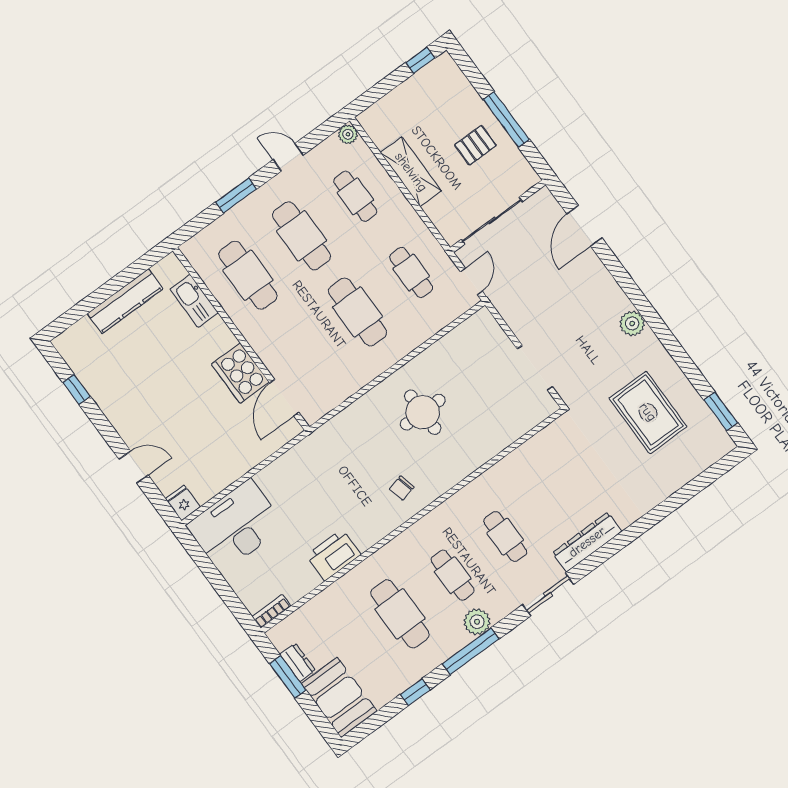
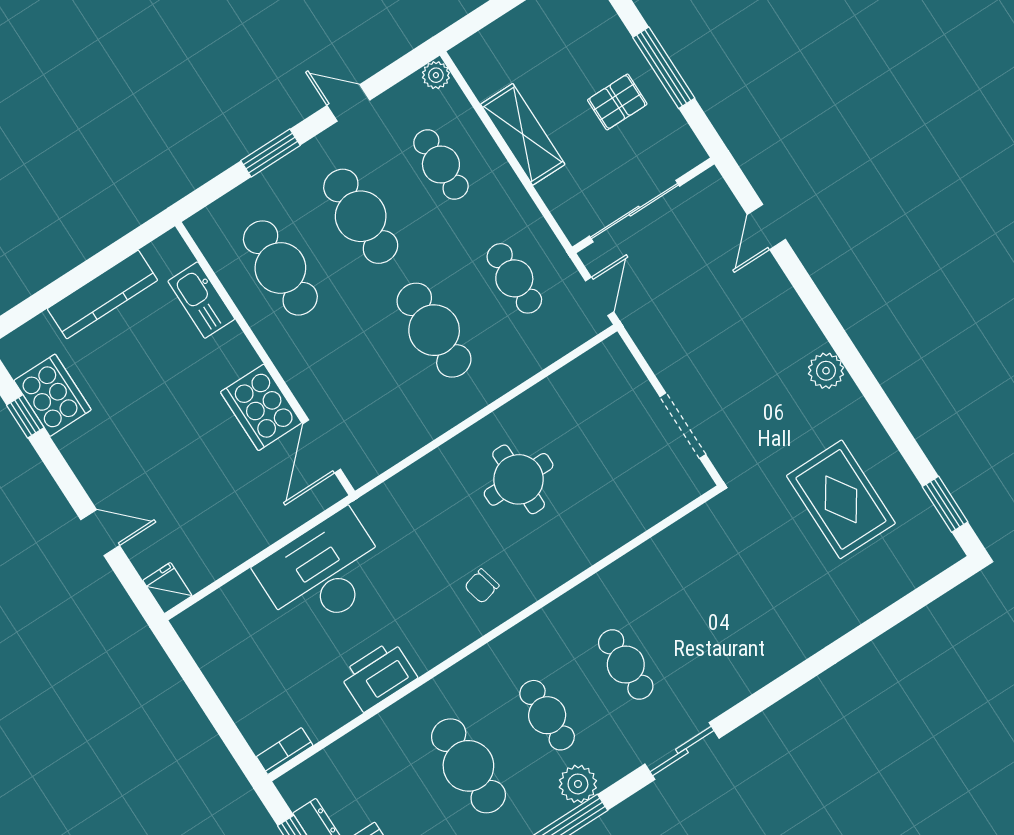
door: (584, 226) -> (766, 227), width x0.73
cooker: (95, 373) -> (53, 395), added
desk: (236, 526) -> (323, 573), moved
dresser: (587, 542) -> (742, 680), removed

